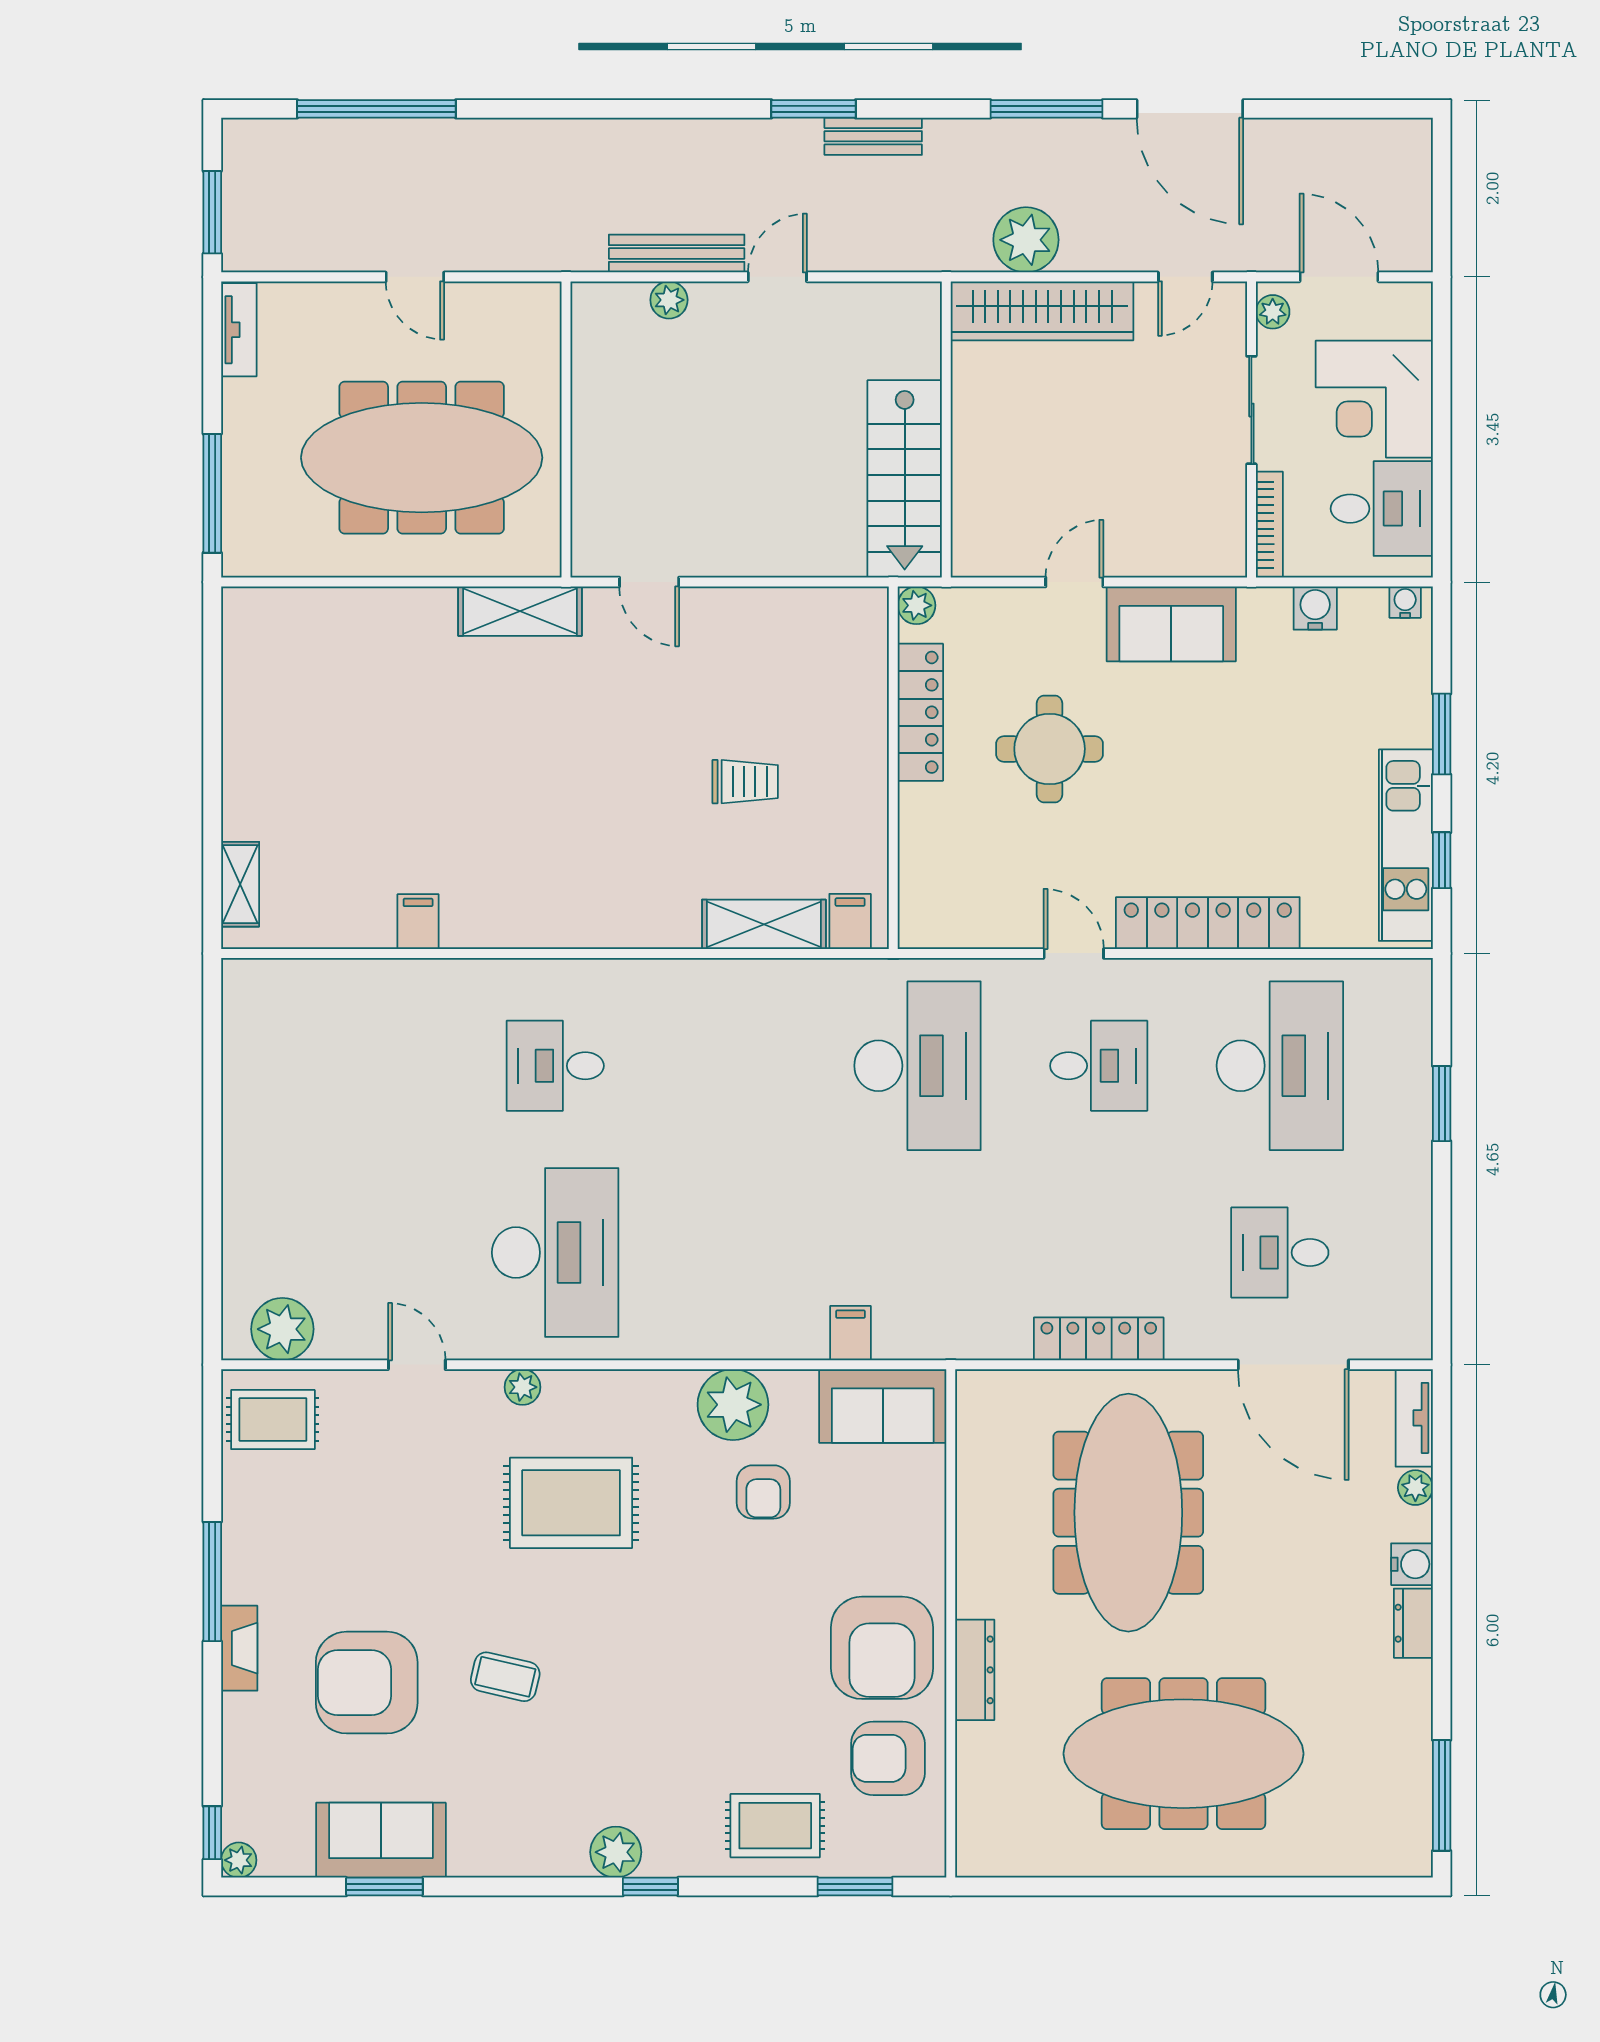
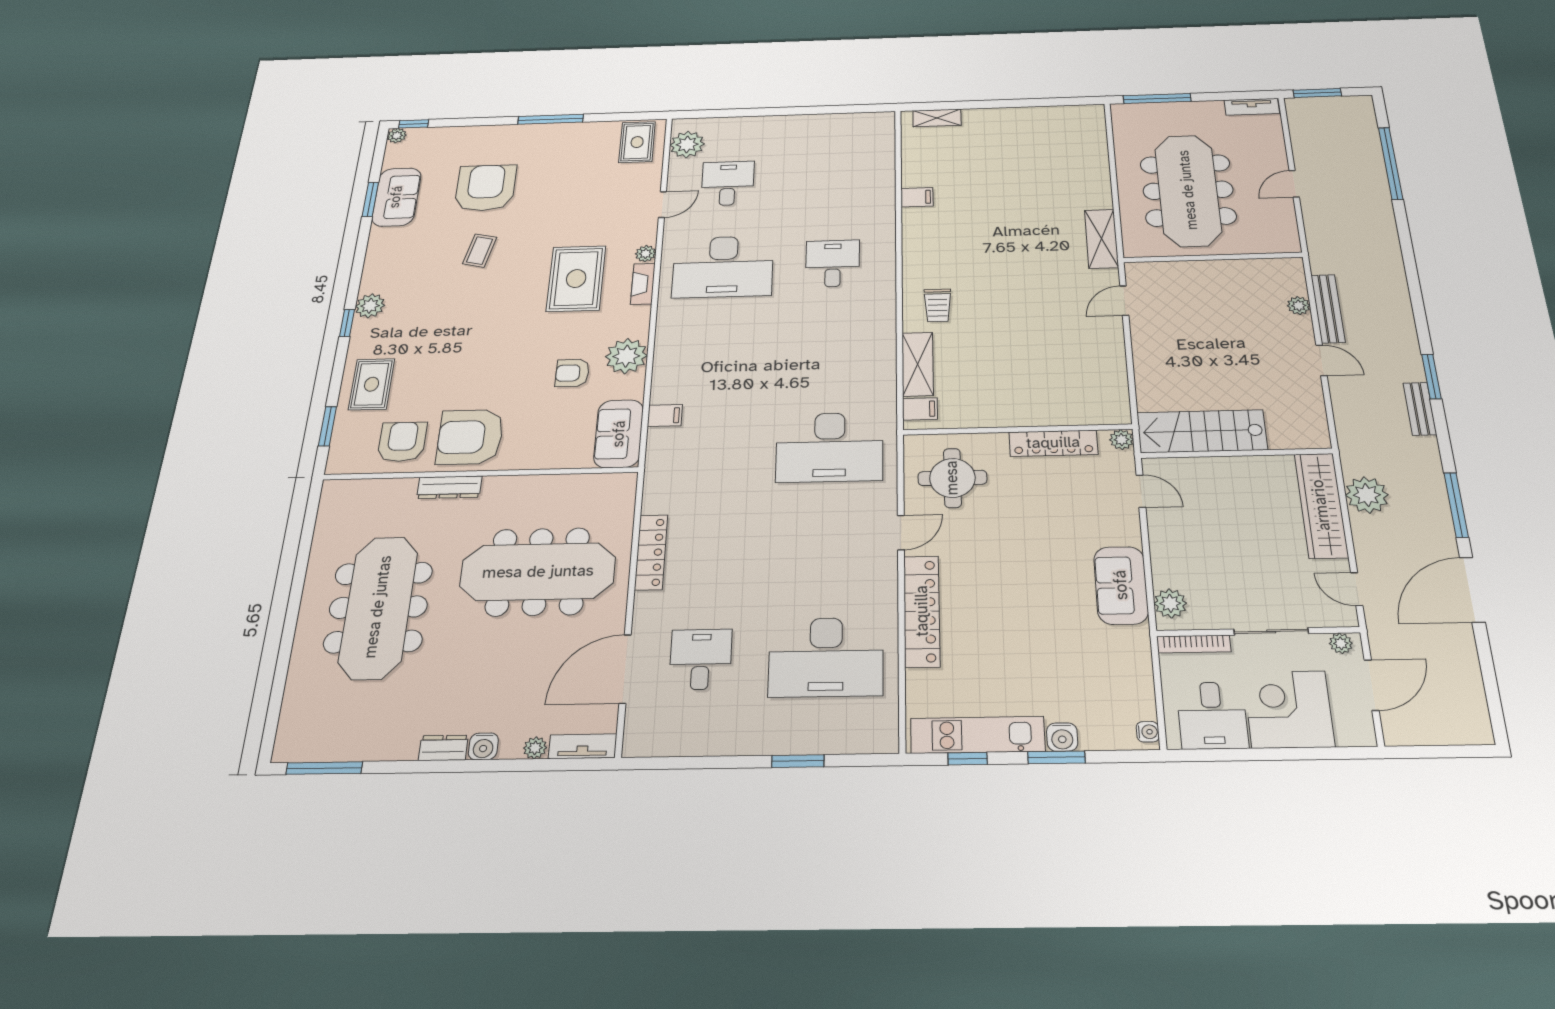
plant: (1203, 553) -> (1170, 603), added
door: (1074, 582) -> (1141, 491), moved
water cooler: (1315, 608) -> (1062, 737), moved, turned 90
round table: (1050, 749) -> (952, 478), moved
trolley: (745, 782) -> (938, 305), moved
desk: (1099, 1066) -> (728, 183), moved, turned 180
fireplace: (239, 1648) -> (643, 284), moved, turned 90

